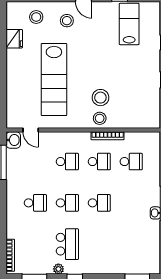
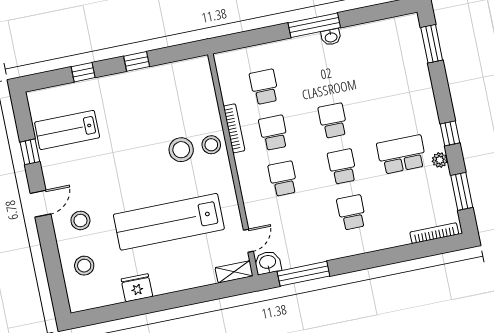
fridge: (14, 39) -> (137, 288), moved
lab bench: (54, 80) -> (169, 222), turned 180
shelving: (12, 116) -> (234, 272), added

